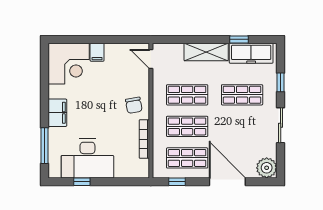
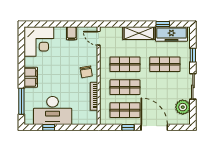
filing cabinet: (97, 52) -> (72, 33), moved
plant: (267, 168) -> (183, 107), moved
window: (177, 182) -> (128, 127), moved

